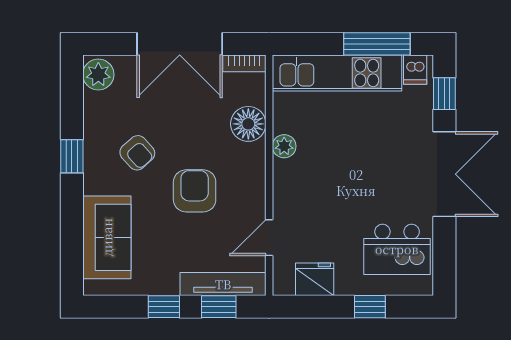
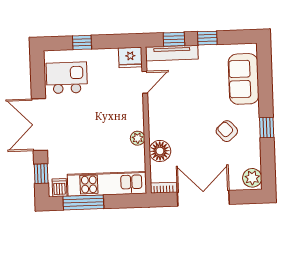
armchair: (195, 191) -> (191, 109), removed
fridge: (315, 279) -> (130, 57), moved

